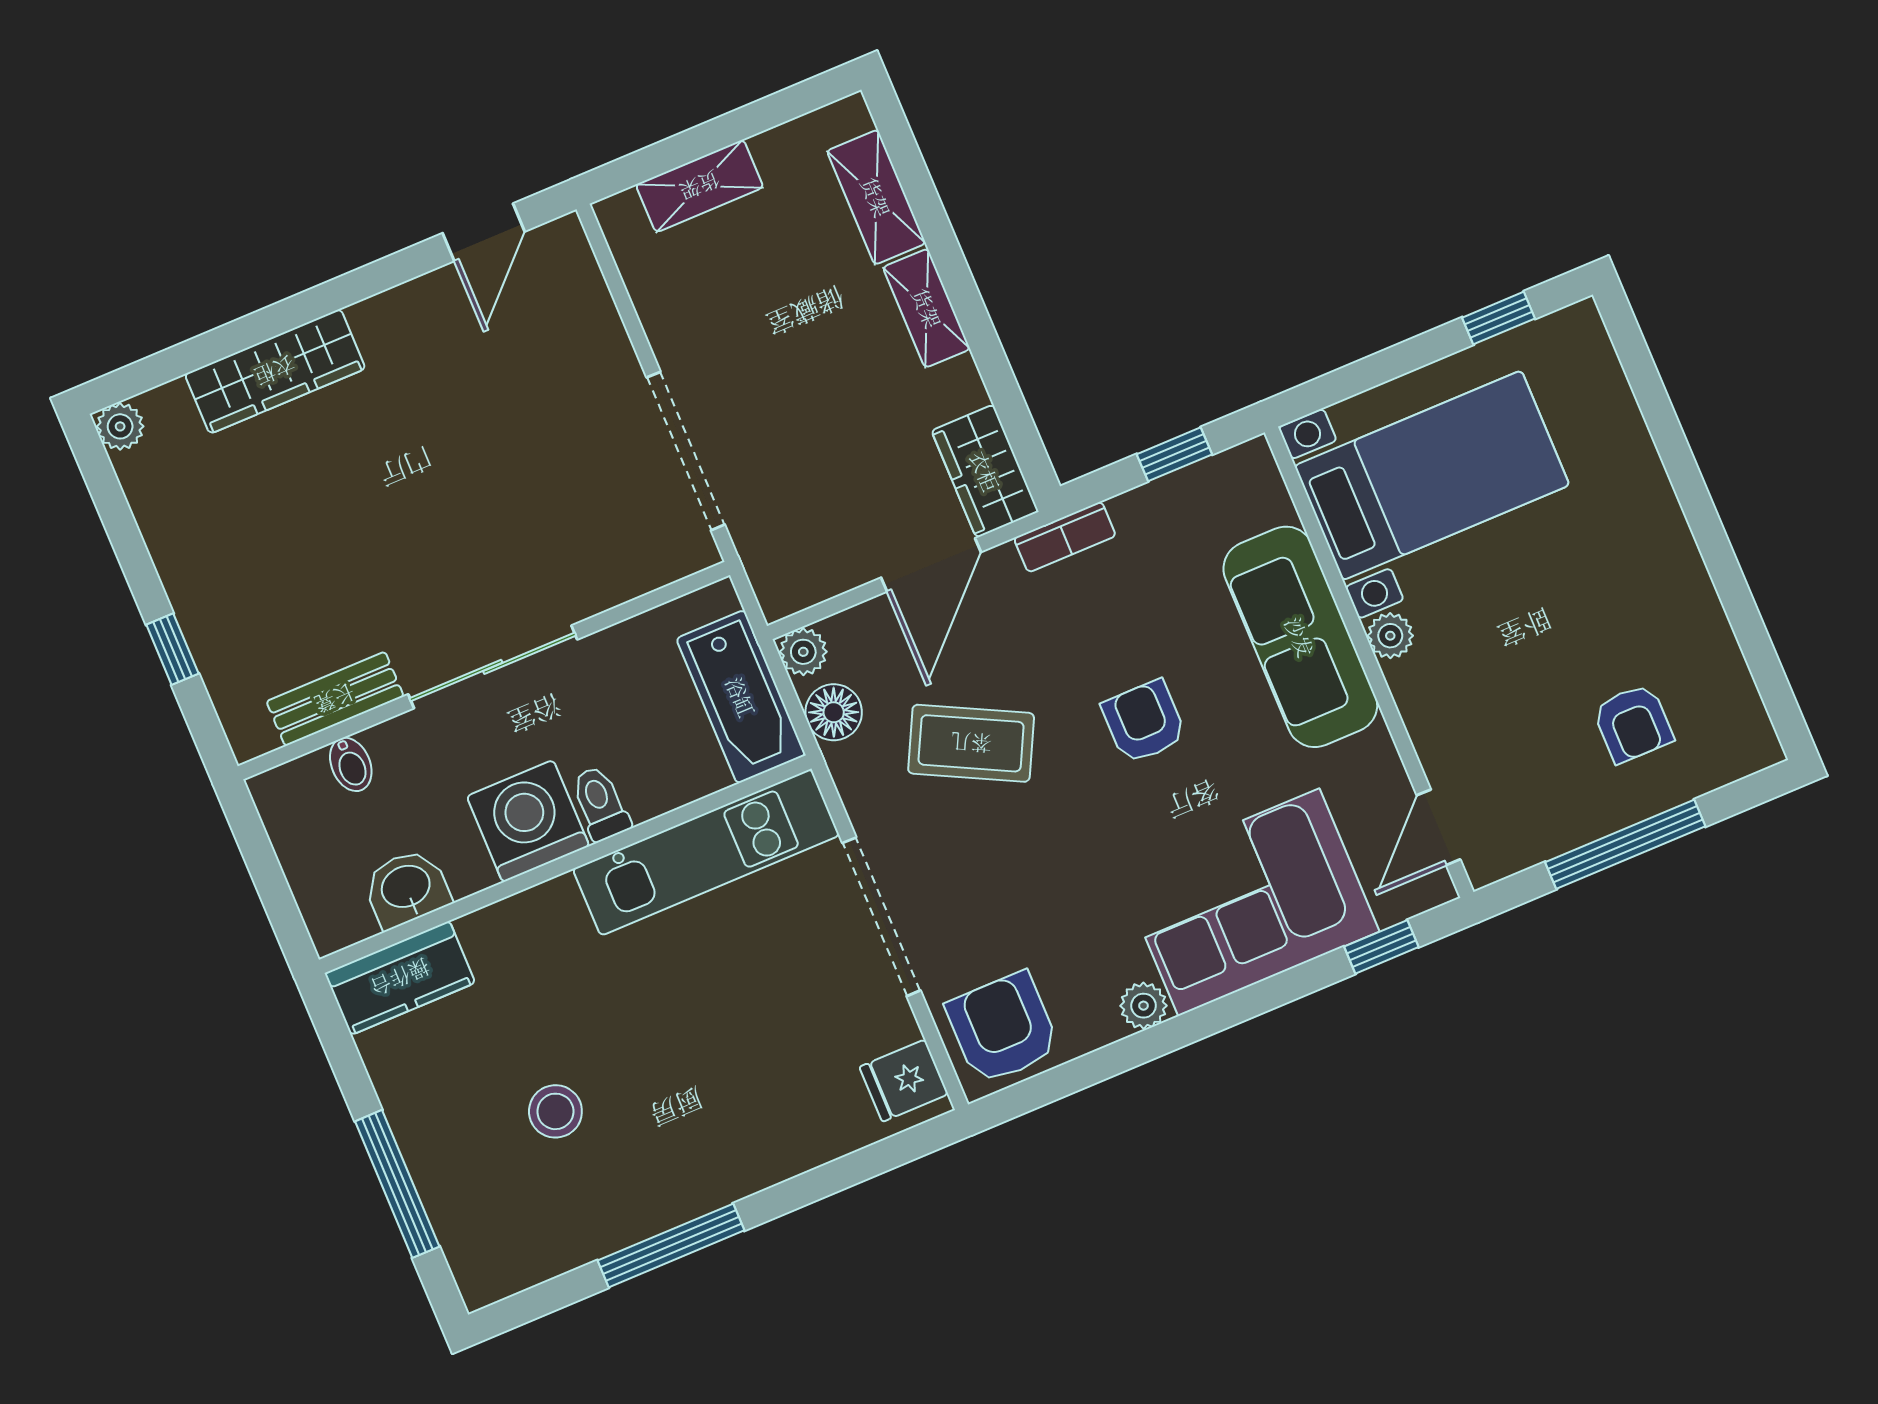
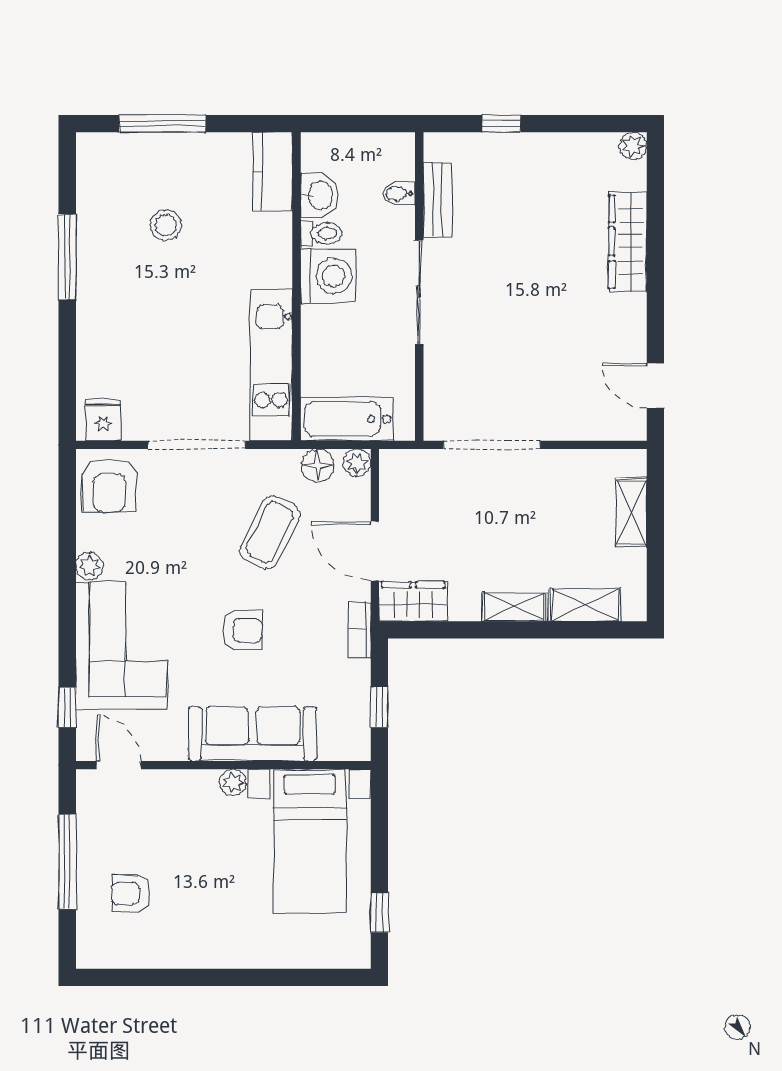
toilet: (600, 803) -> (321, 233), moved
armchair: (1003, 1028) -> (109, 485), turned 90

